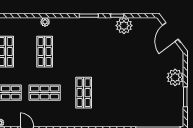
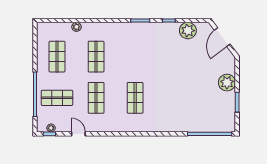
plant: (45, 22) -> (77, 27), moved
plant: (124, 26) -> (188, 31), moved
shop shelf: (45, 93) -> (96, 98), turned 90

